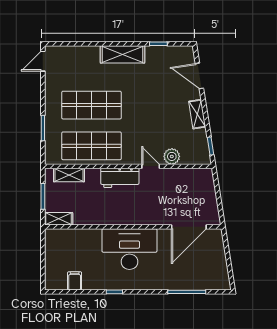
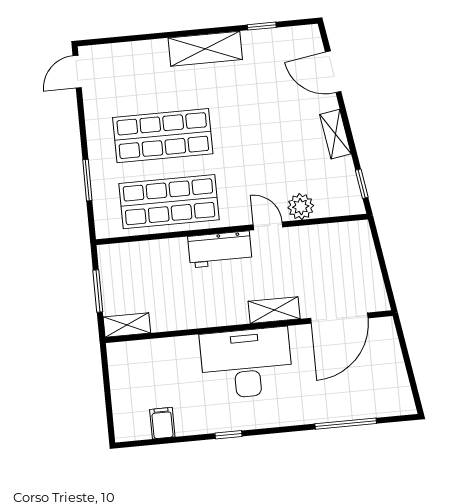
shelving: (69, 175) -> (274, 310), moved

